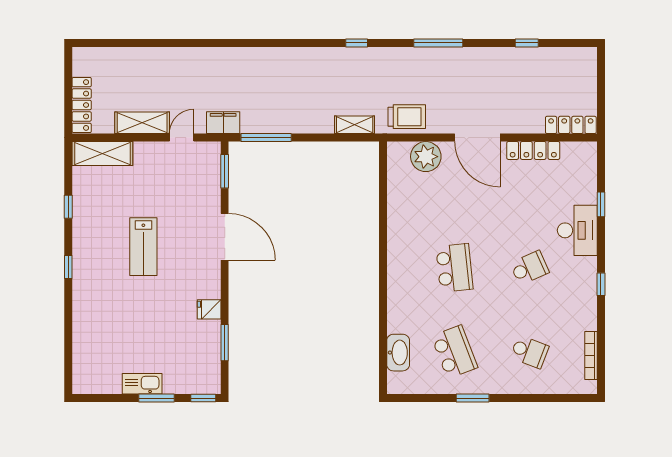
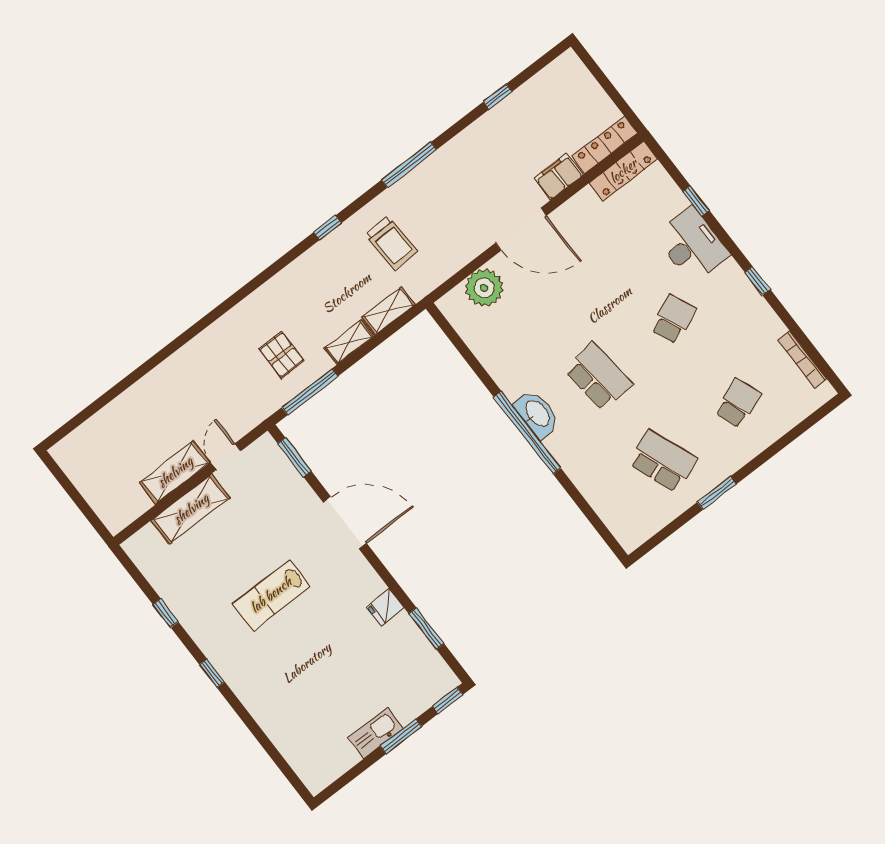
pallet: (266, 101) -> (282, 355), added
locker: (82, 105) -> (101, 501), removed
trolley: (407, 117) -> (392, 243), moved, turned 88
filing cabinet: (223, 123) -> (559, 177), moved
shelving: (315, 125) -> (349, 342), added
locker: (533, 150) -> (623, 171), moved
shelving: (102, 153) -> (191, 509), moved
lab bench: (143, 247) -> (271, 595), turned 90
window: (383, 268) -> (527, 433), added
school desk: (529, 352) -> (738, 403), turned -42
washbasin: (398, 353) -> (537, 414), moved

